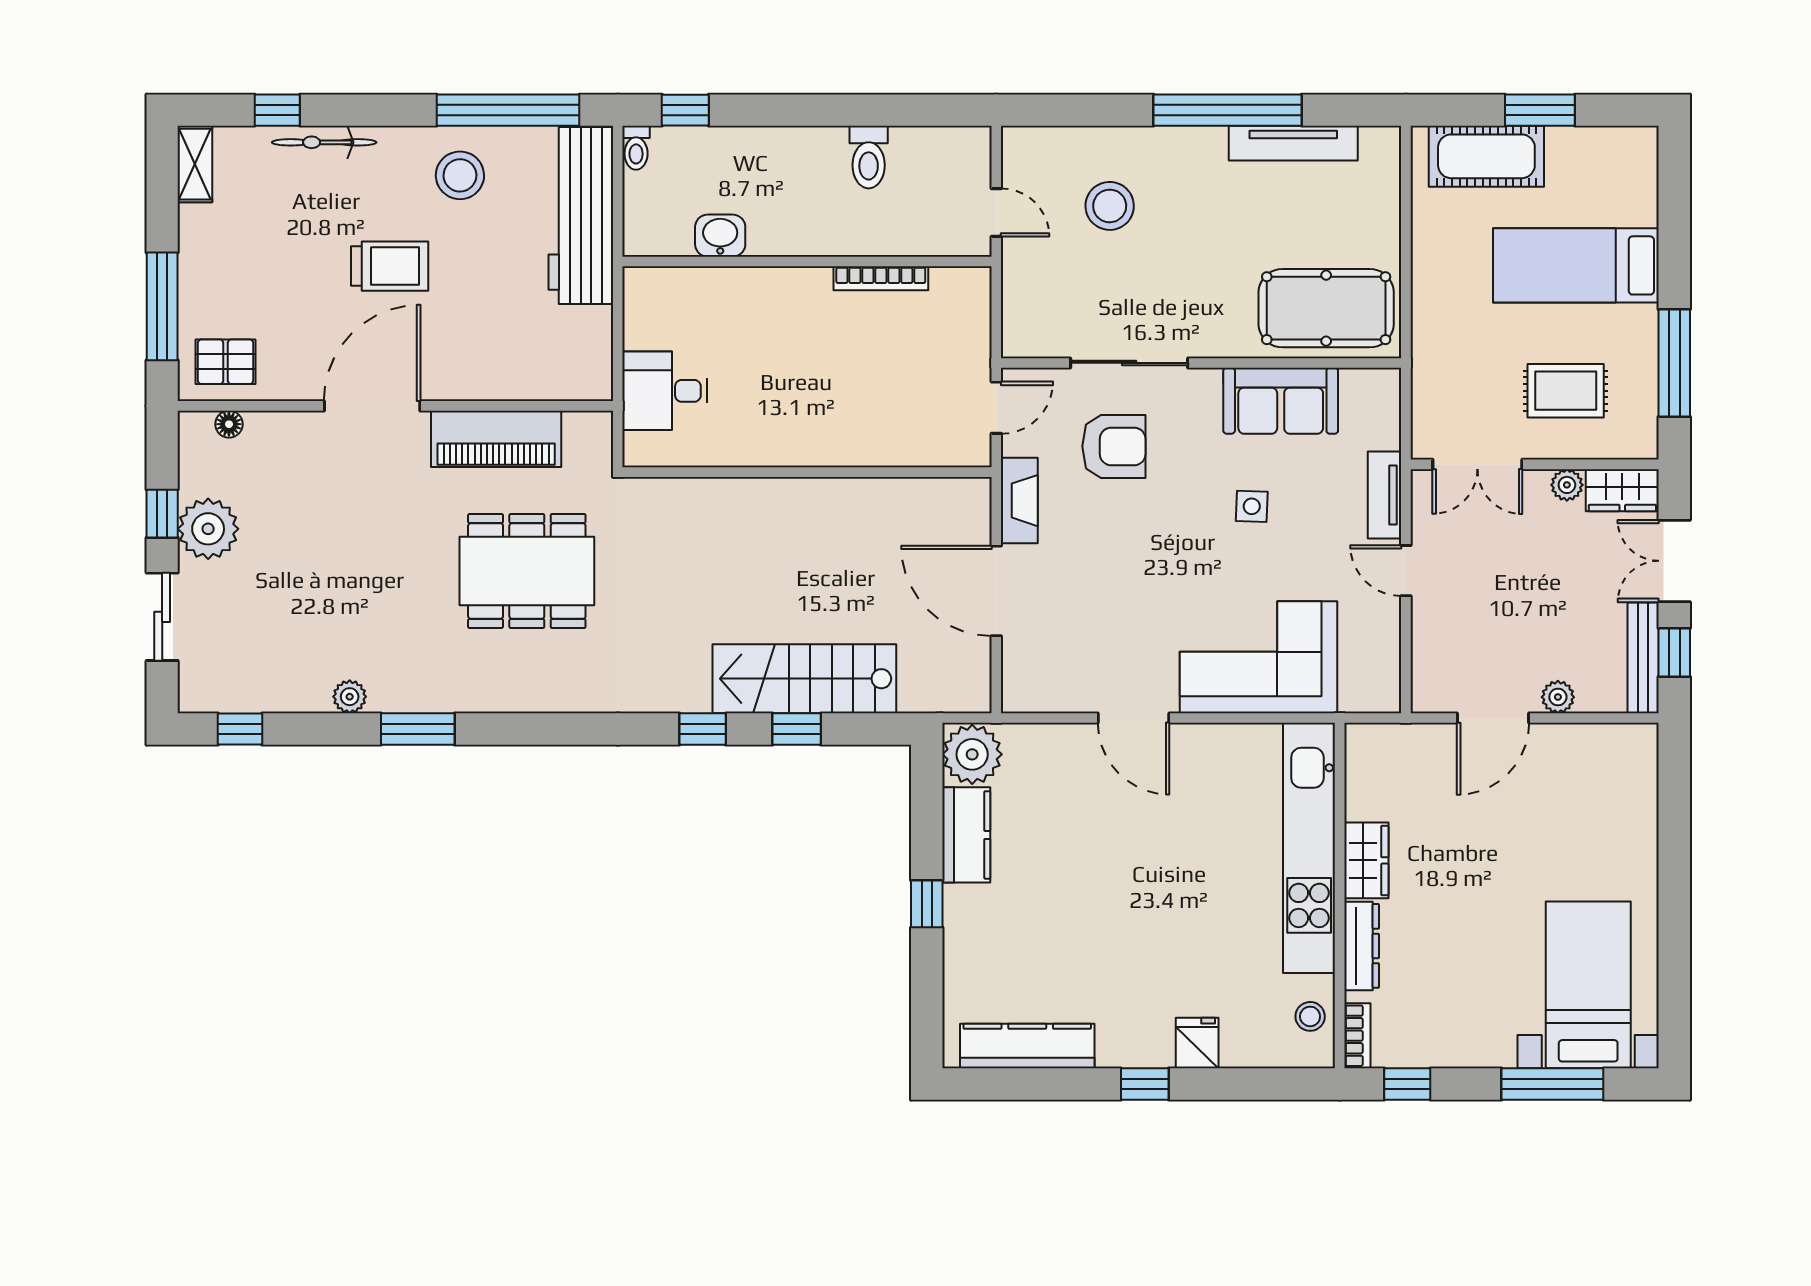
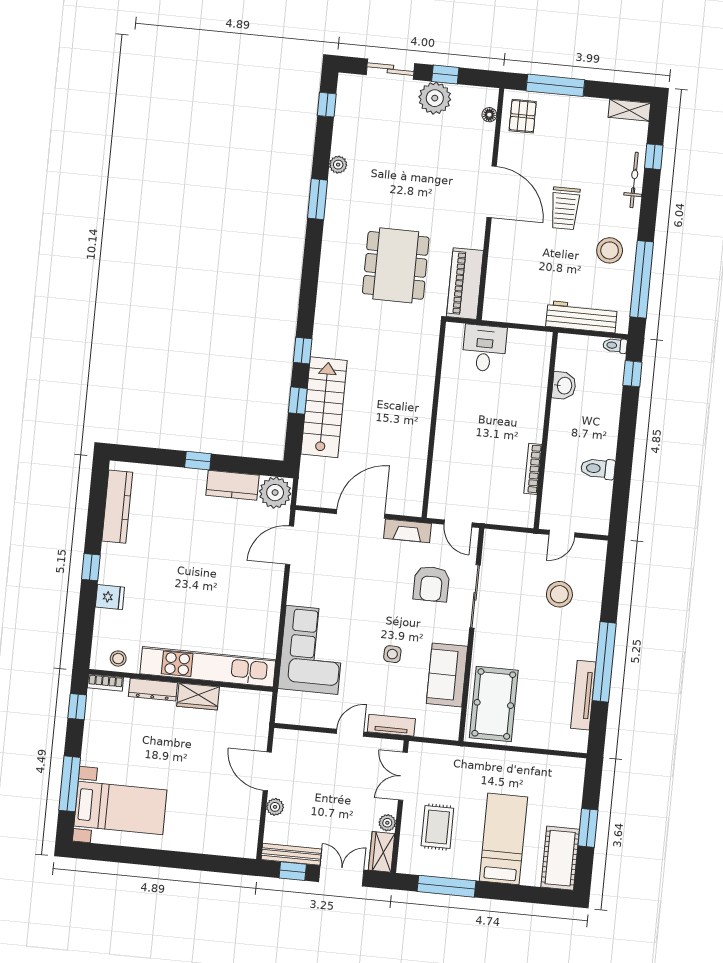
cot: (1486, 156) -> (560, 858), moved
workbench: (581, 215) -> (582, 317), width x0.73, depth x0.76
piano: (496, 439) -> (465, 284), moved
door: (1134, 718) -> (289, 545), moved

